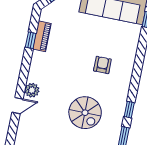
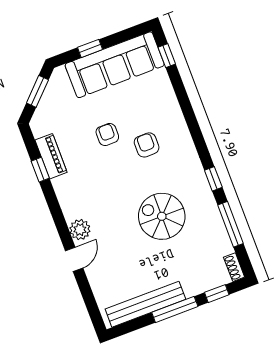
armchair: (83, 44) -> (107, 134), added
spiral stairs: (85, 113) -> (162, 216), turned 180

